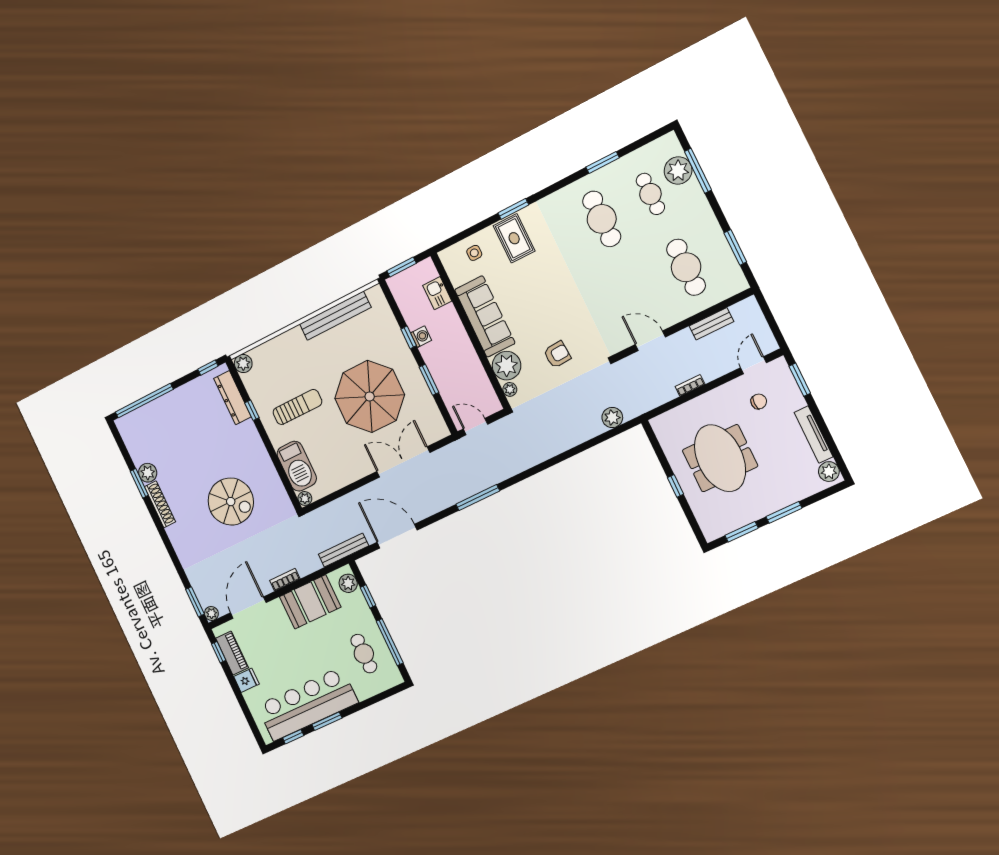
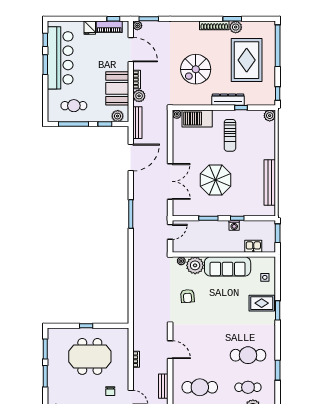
door: (650, 341) -> (170, 350), hinge flipped
parasol: (370, 396) -> (216, 180), width x0.73, depth x0.73
dresser: (232, 398) -> (228, 100), moved
plant: (612, 418) -> (139, 96), moved
rug: (184, 435) -> (247, 60), added

